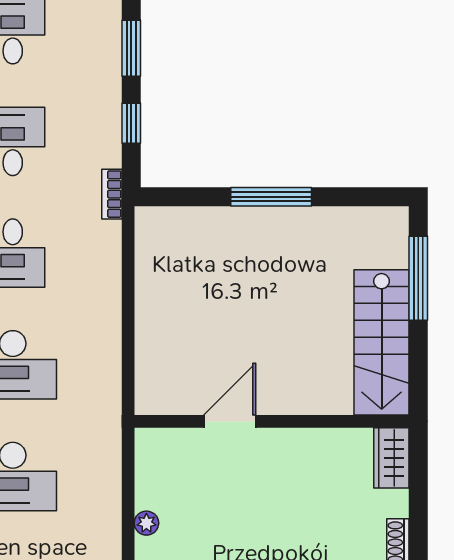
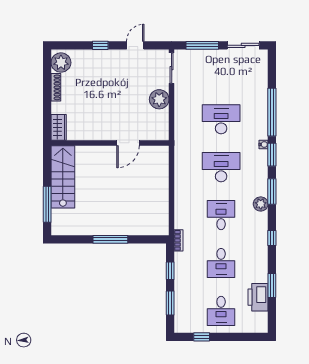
plant: (146, 523) -> (159, 99), width x1.88, depth x1.88

